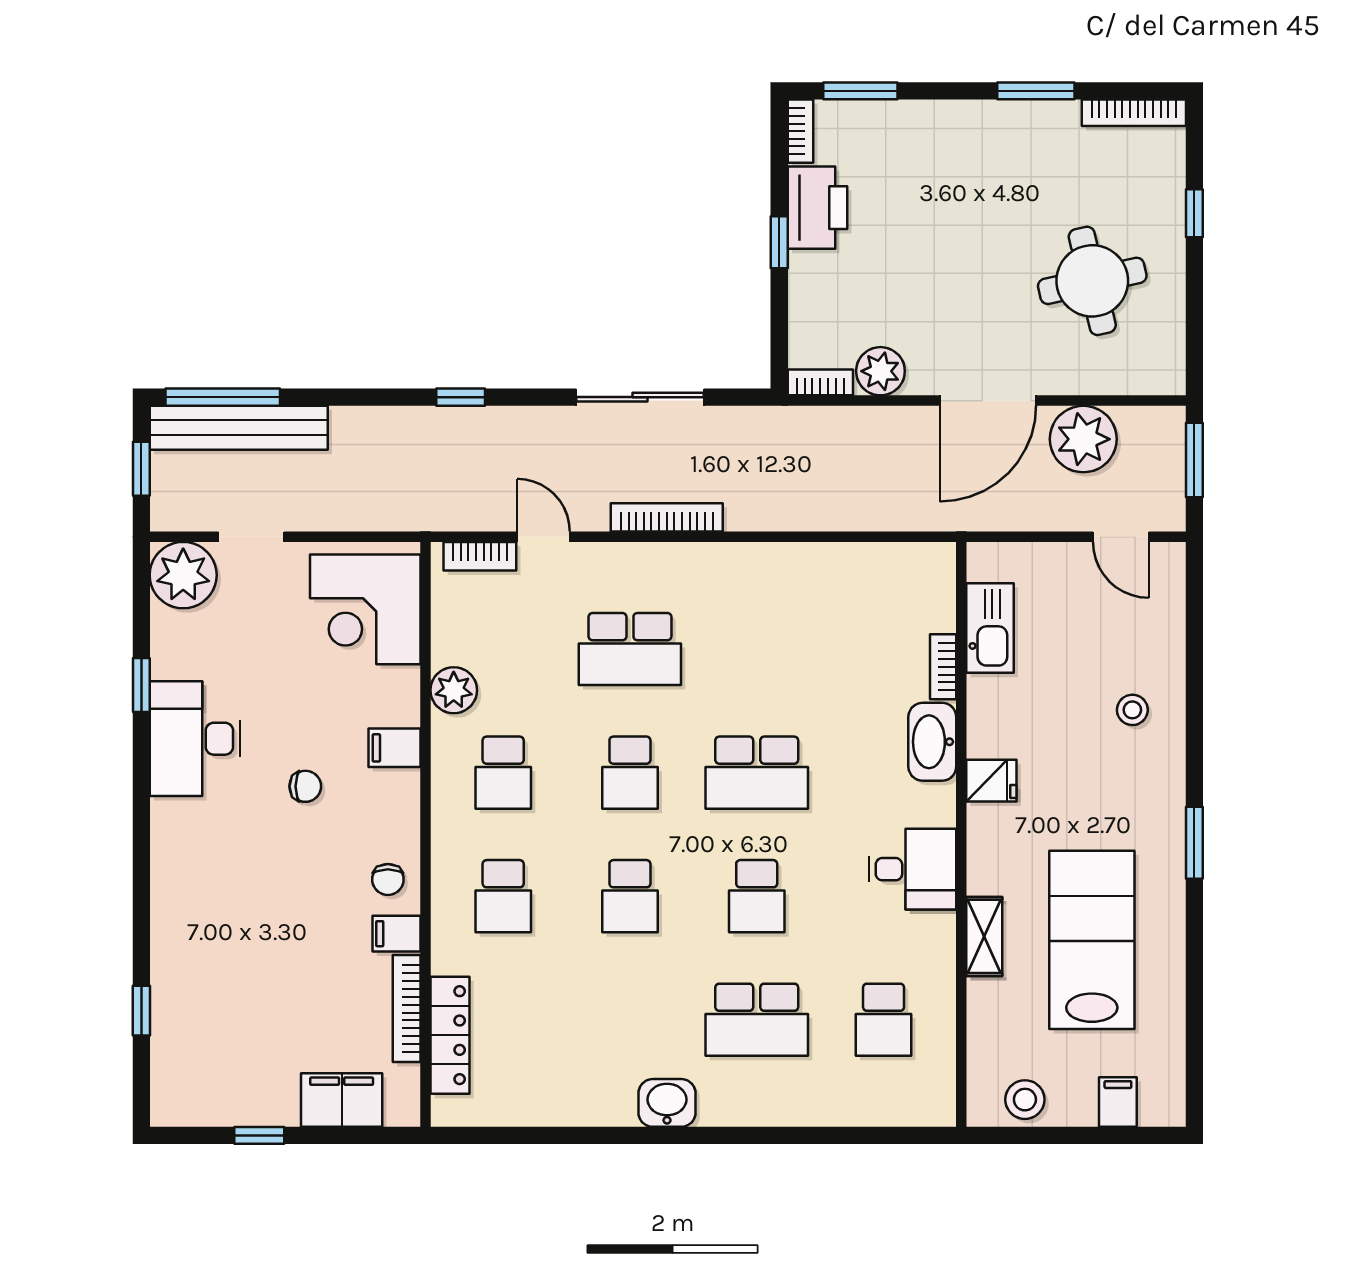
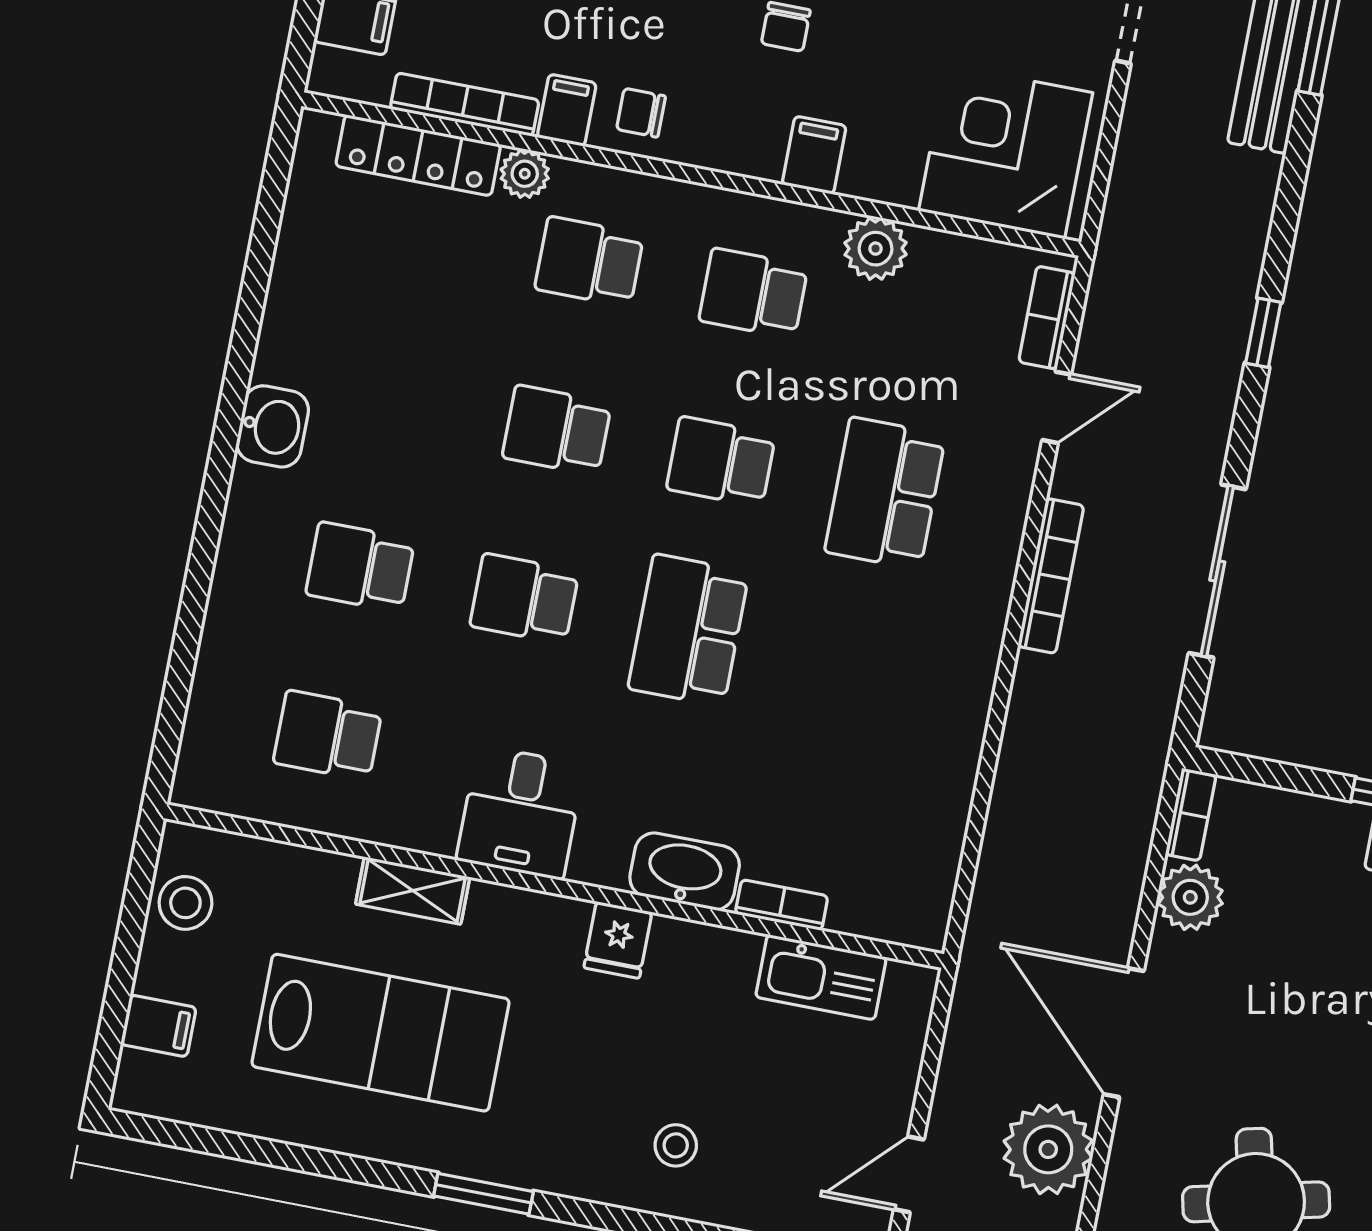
plant: (448, 955) -> (525, 174), added
school desk: (757, 1020) -> (360, 567), width x0.54

